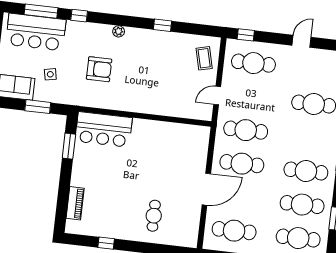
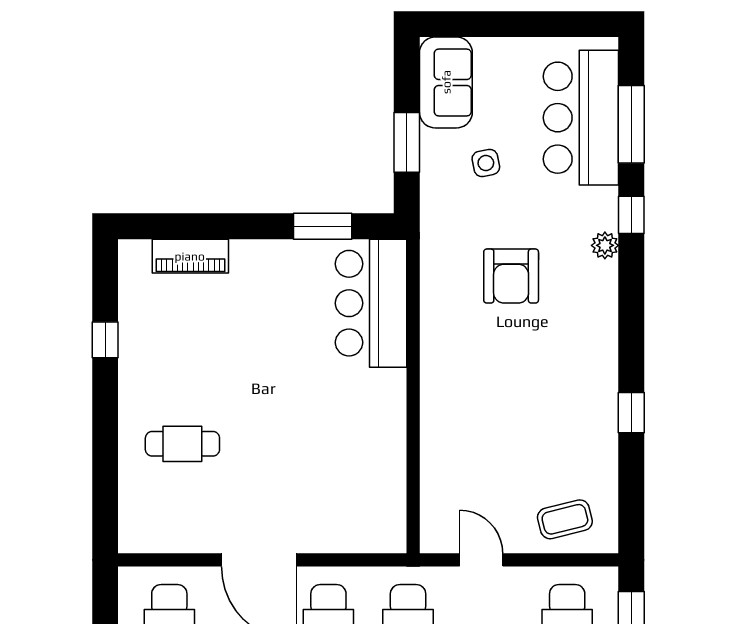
plant: (119, 31) -> (605, 245), moved

